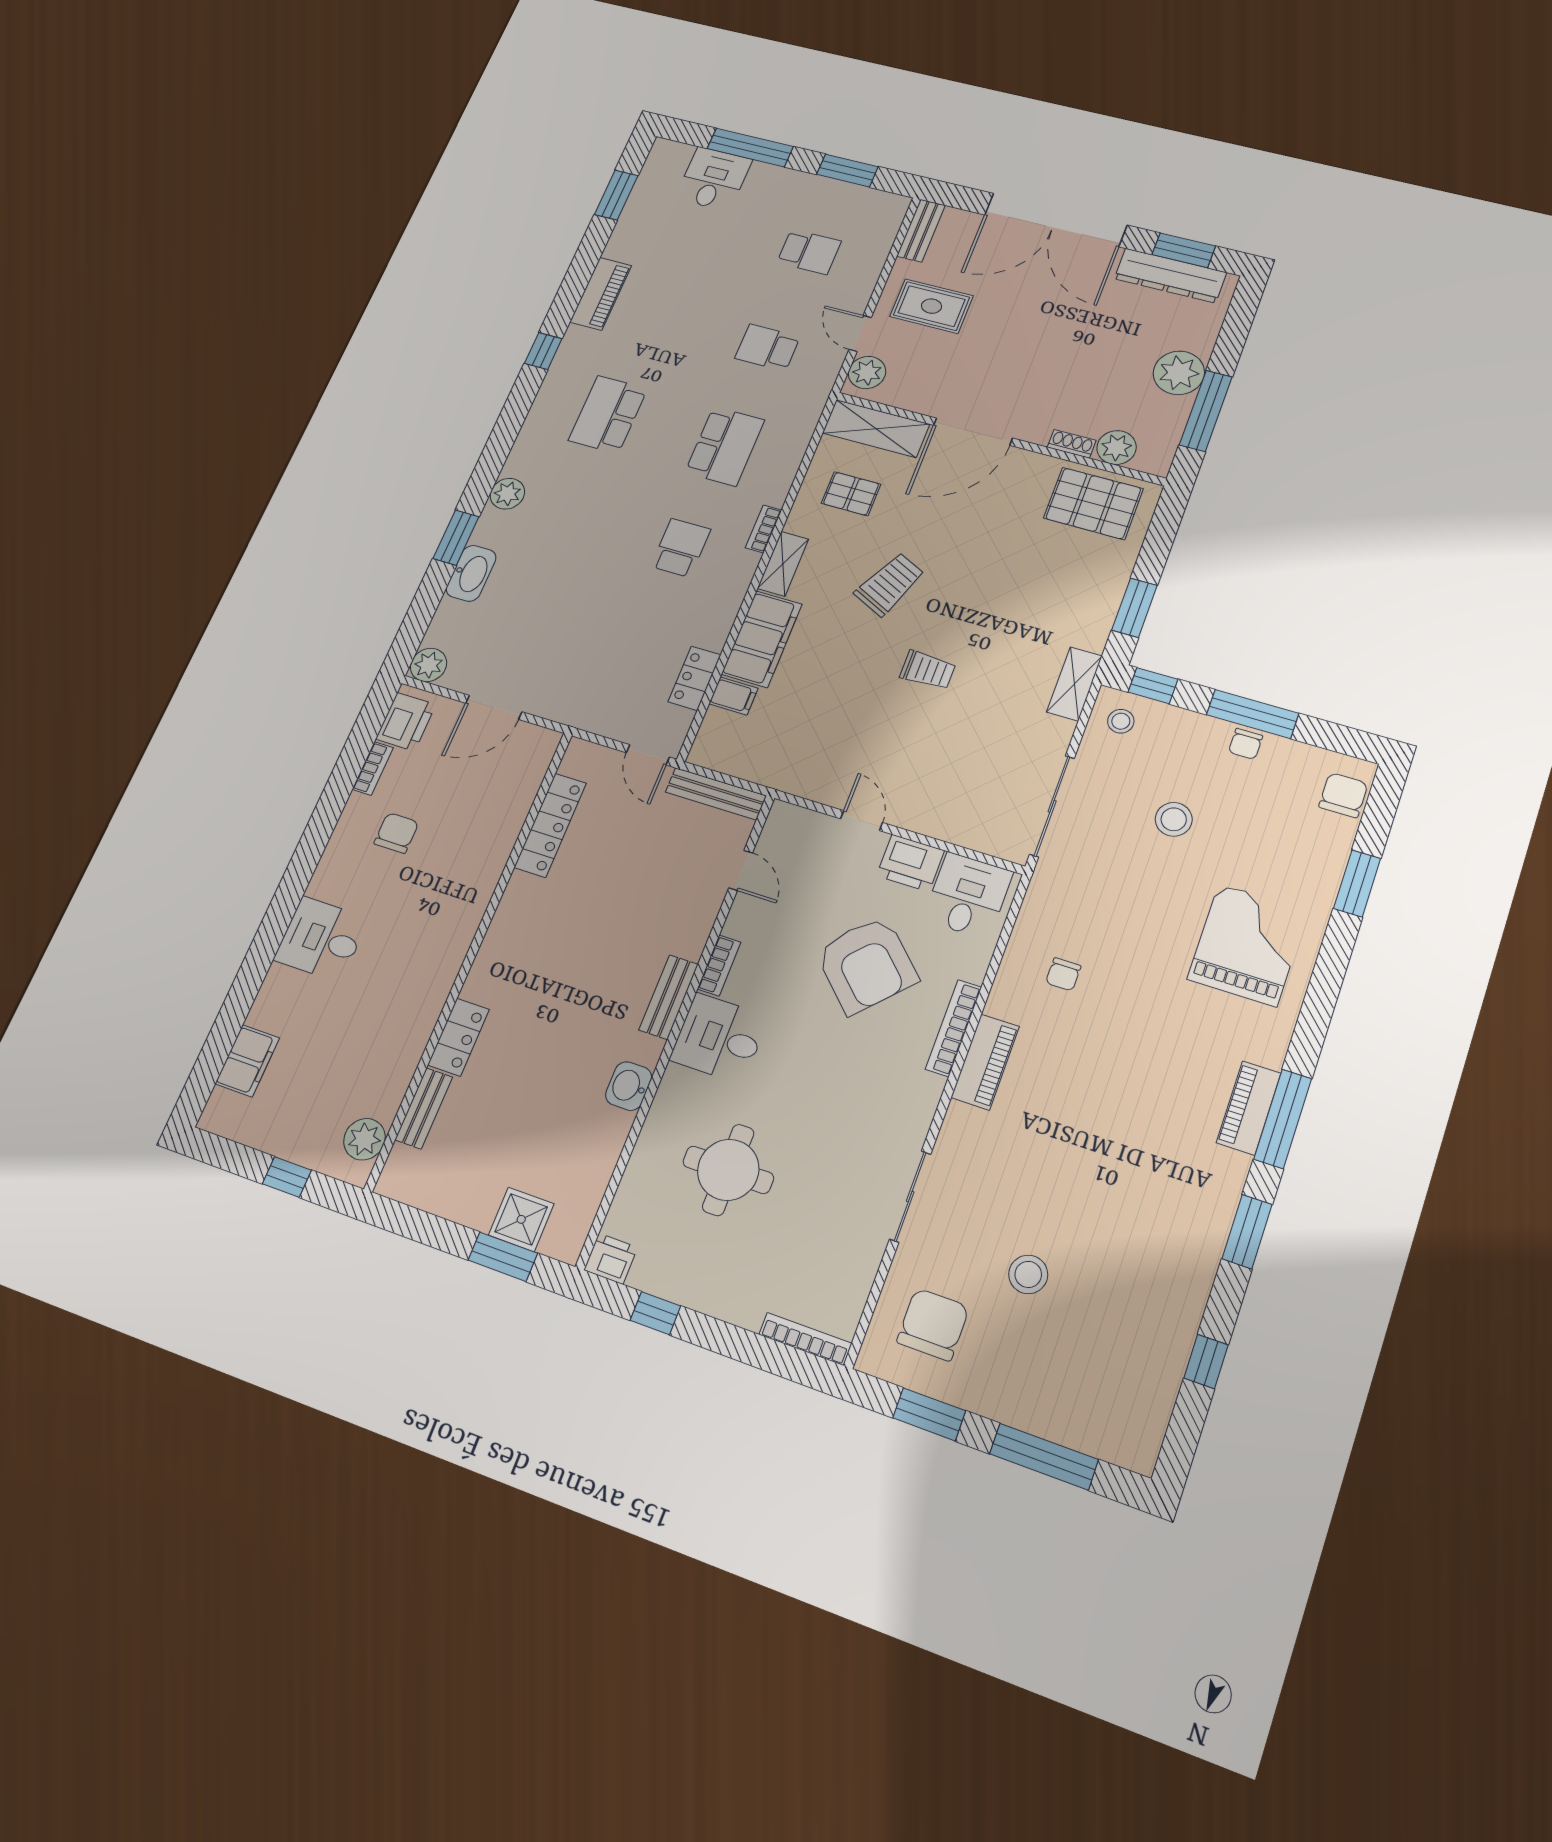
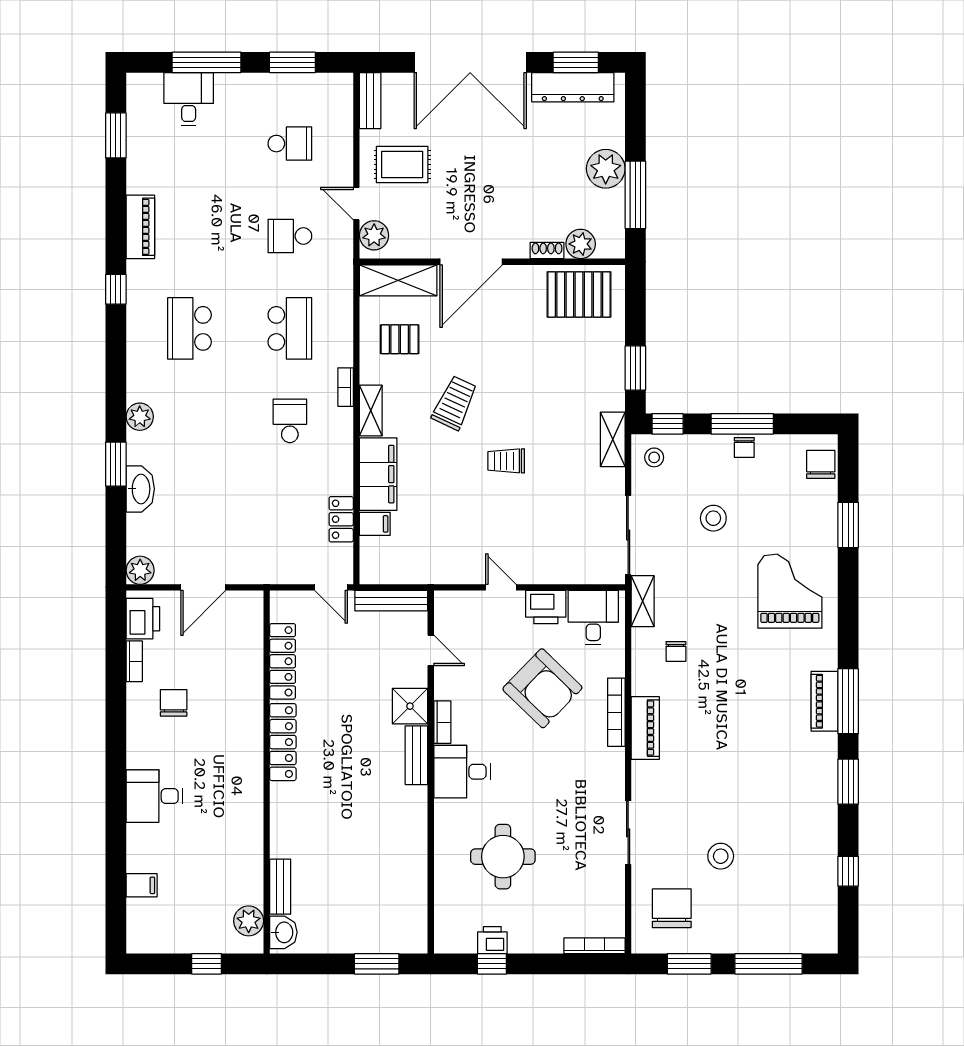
trolley: (928, 670) -> (506, 461), turned 180
shelving: (1041, 895) -> (643, 601), added
locker: (459, 1037) -> (283, 742), moved, width x1.53
filing cabinet: (247, 1061) -> (142, 885), width x0.50
washbasin: (629, 1086) -> (283, 932), moved, turned 180
shower: (521, 1219) -> (410, 706), moved
printer: (611, 1259) -> (492, 940), moved

